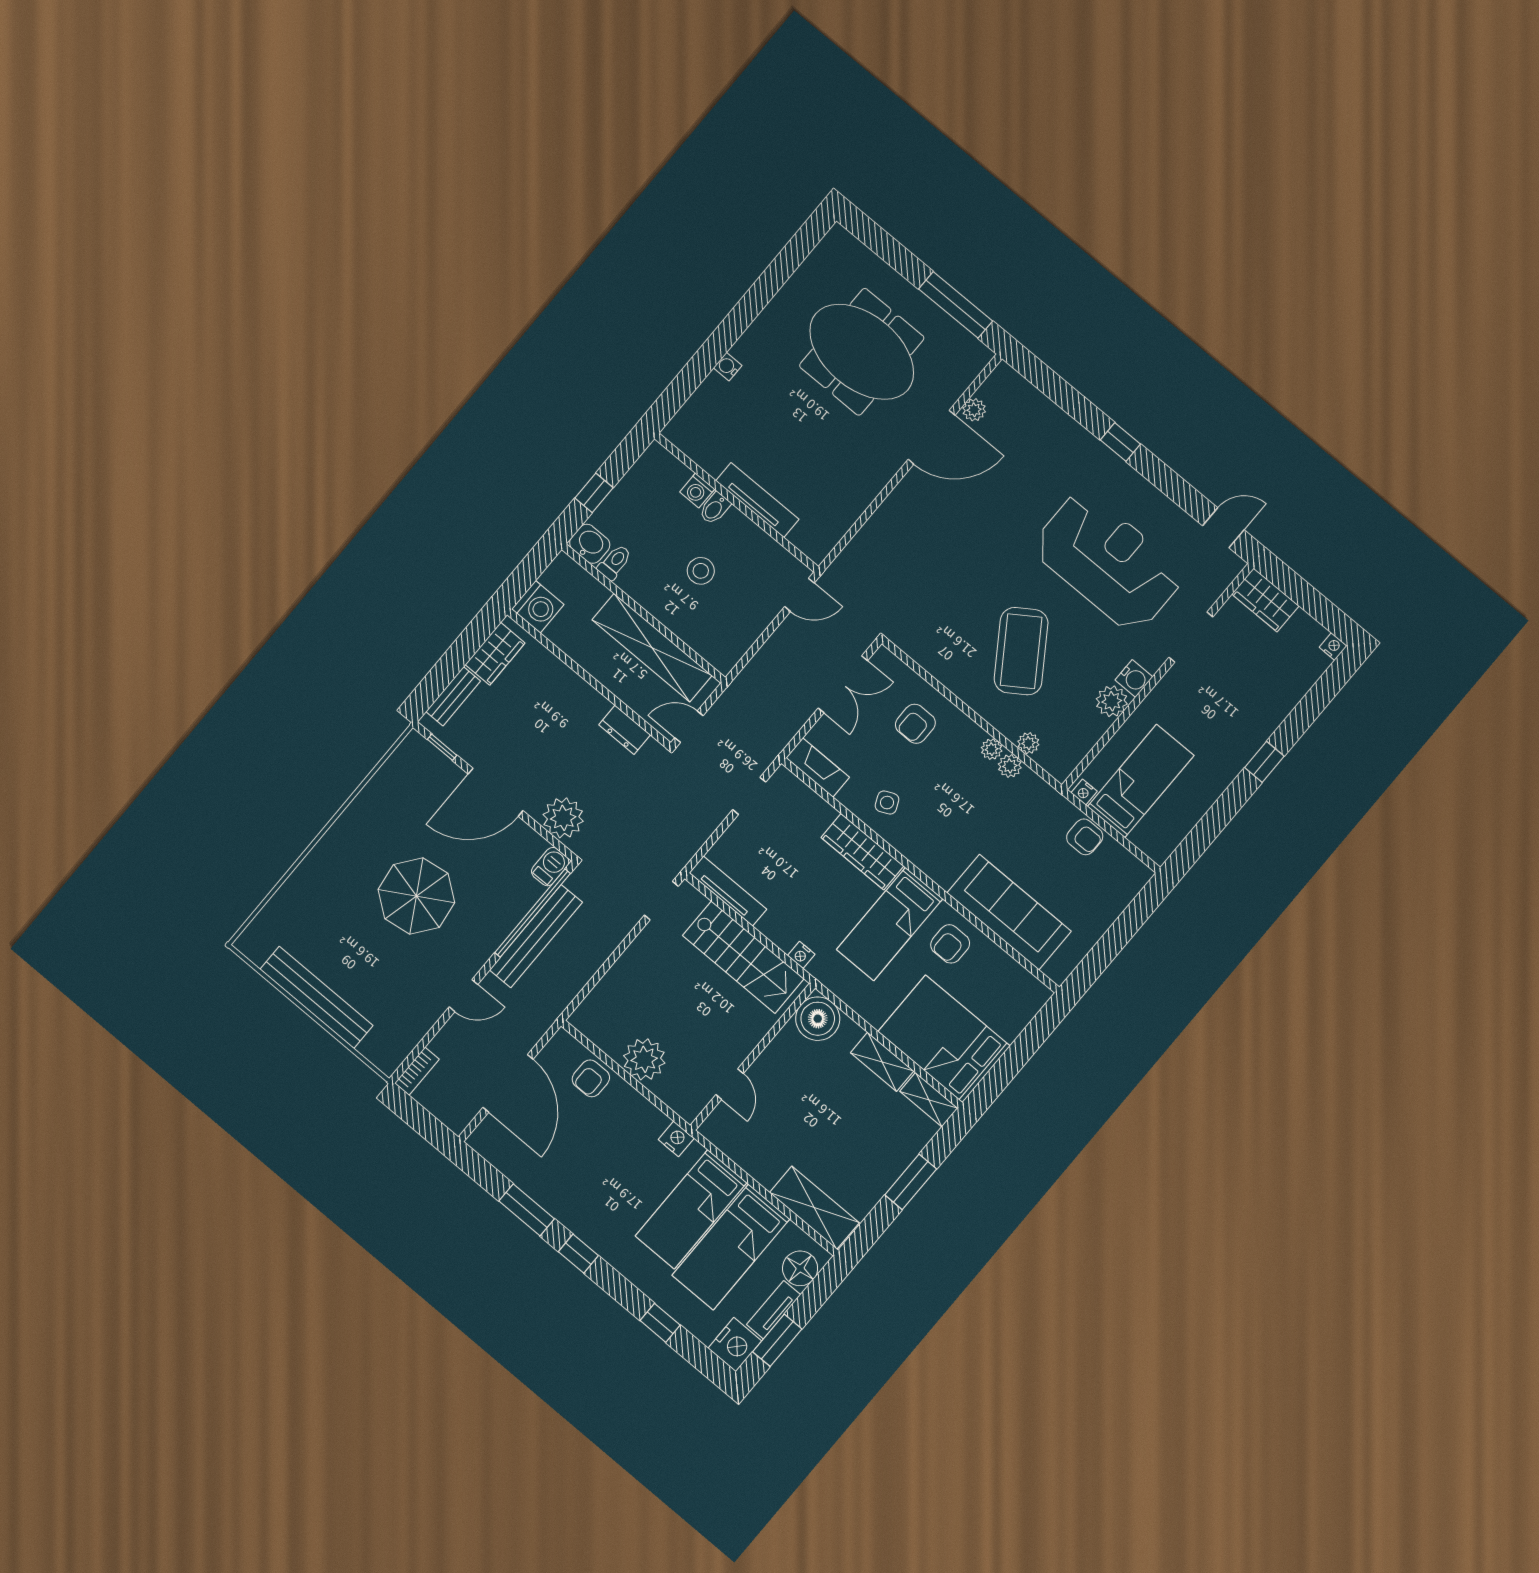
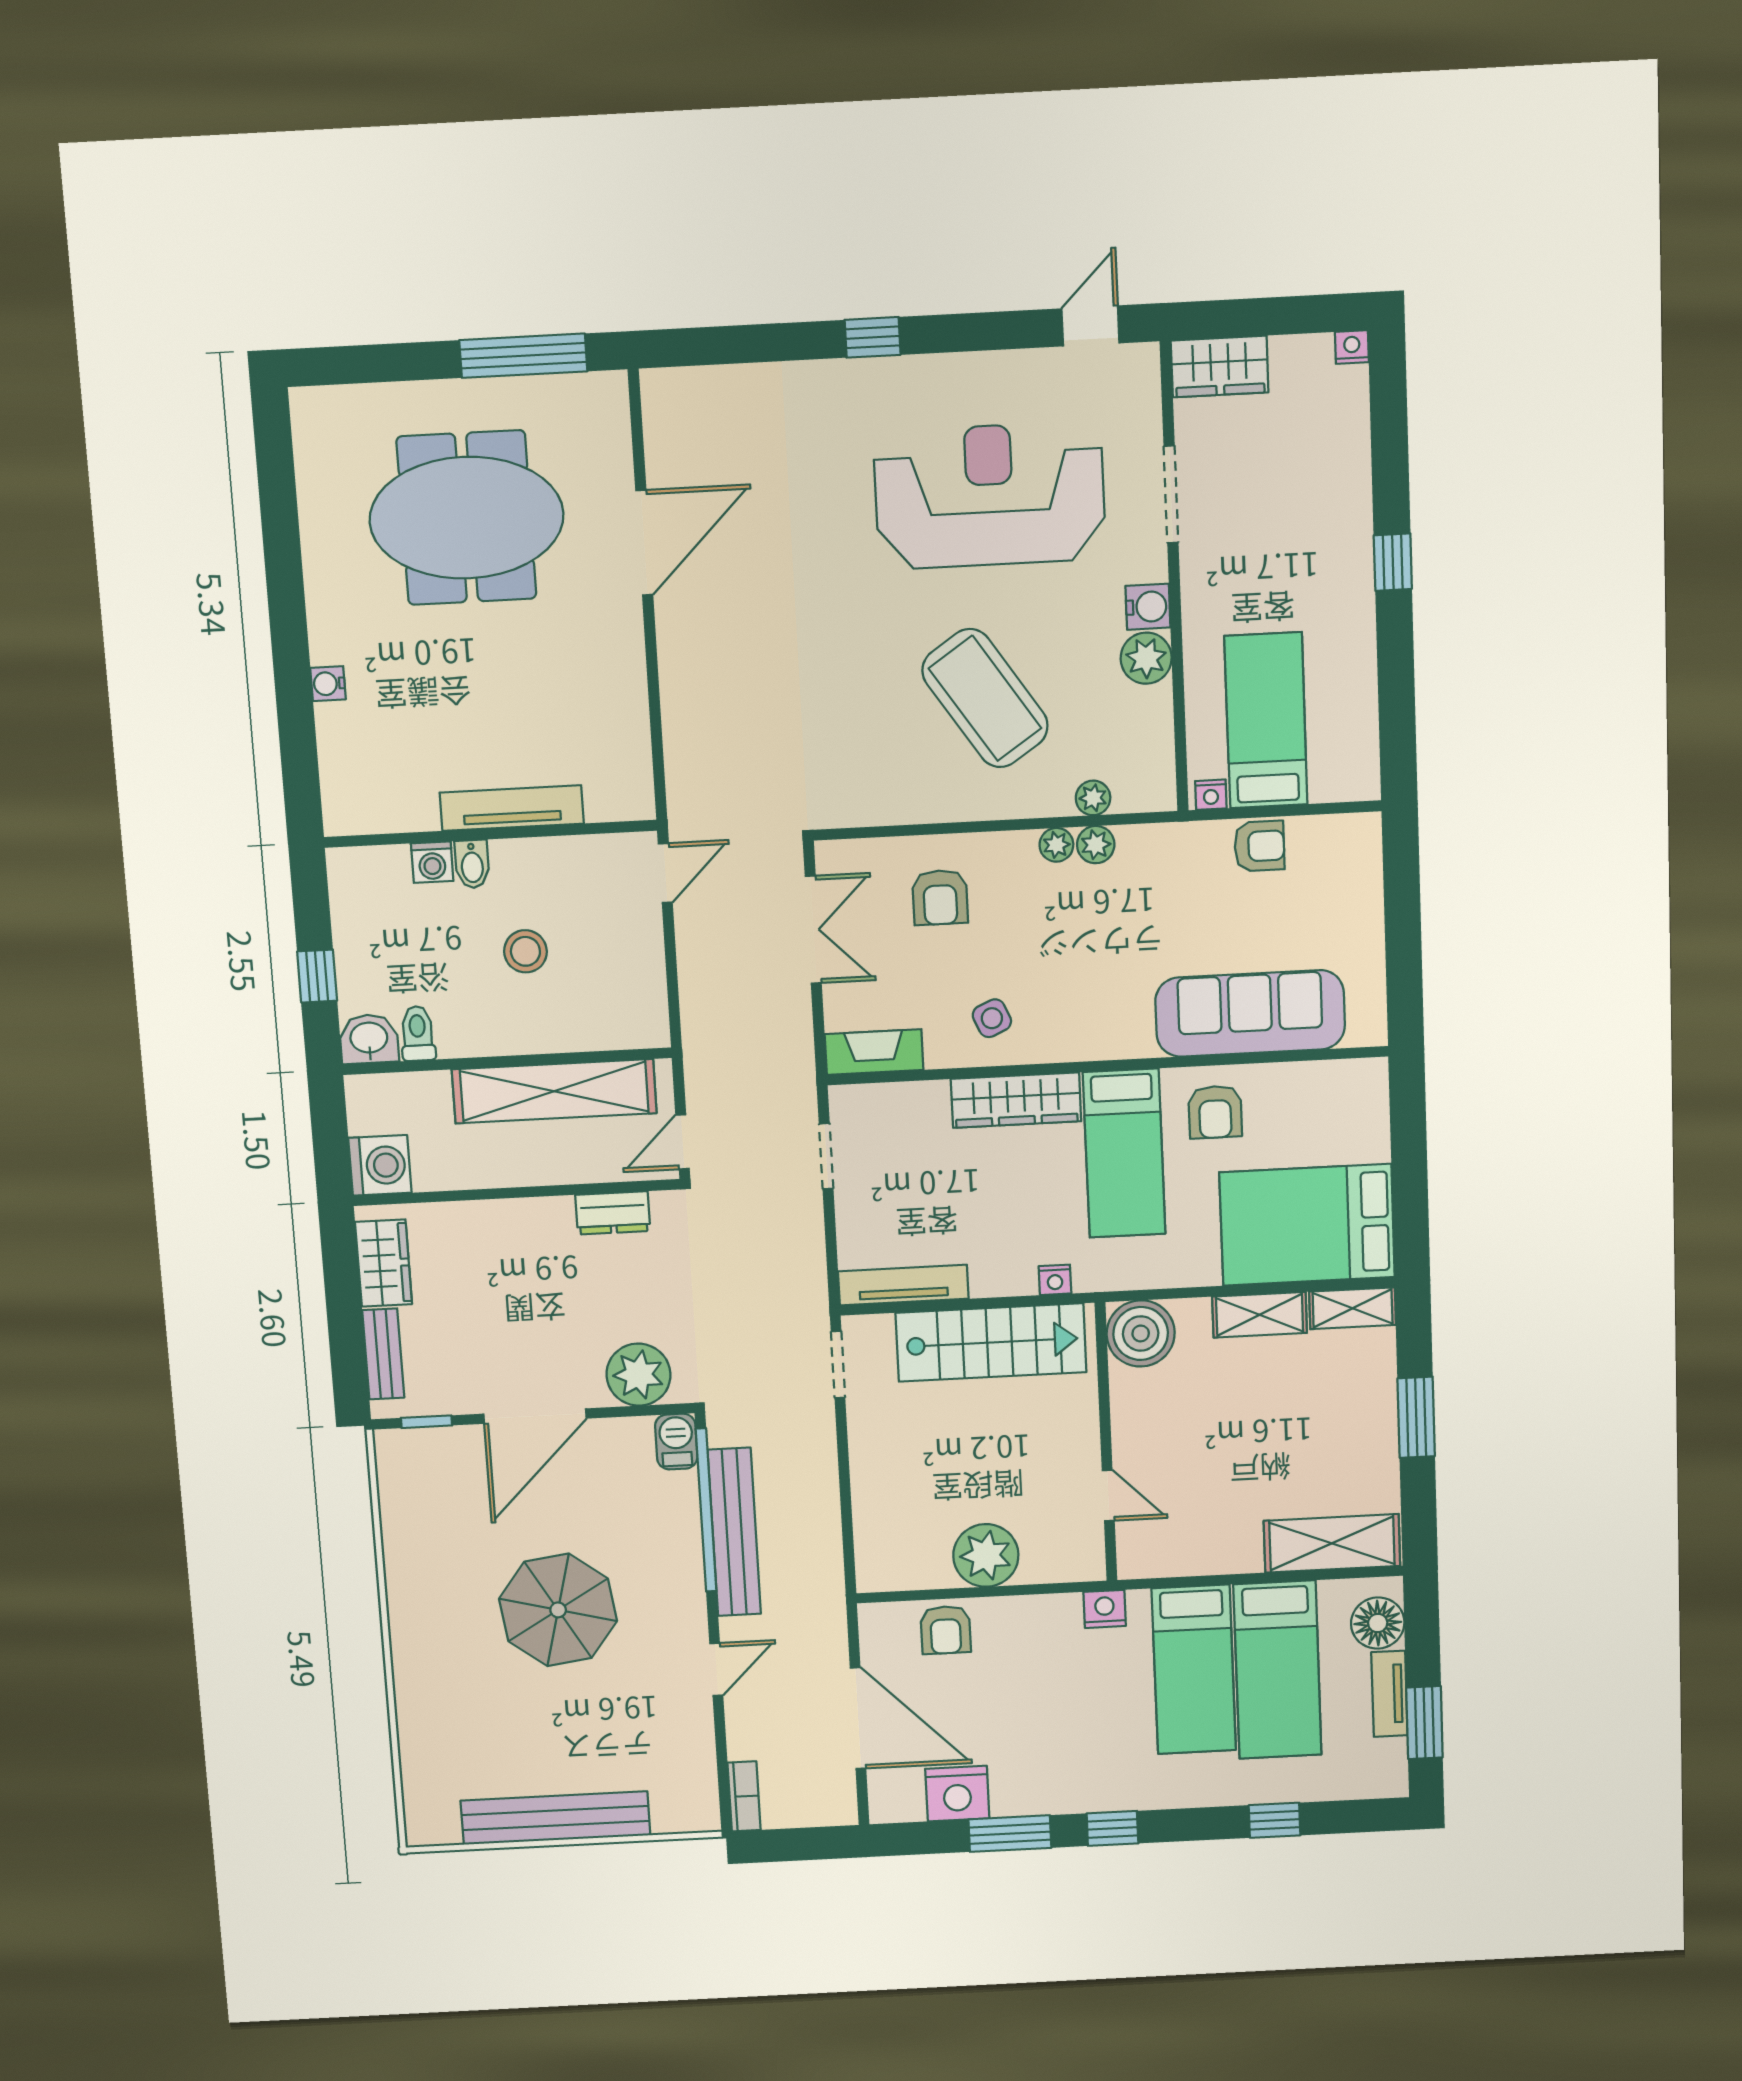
plant: (974, 410) -> (663, 462), removed
nightstand: (735, 1345) -> (957, 1794), moved, turned 90

